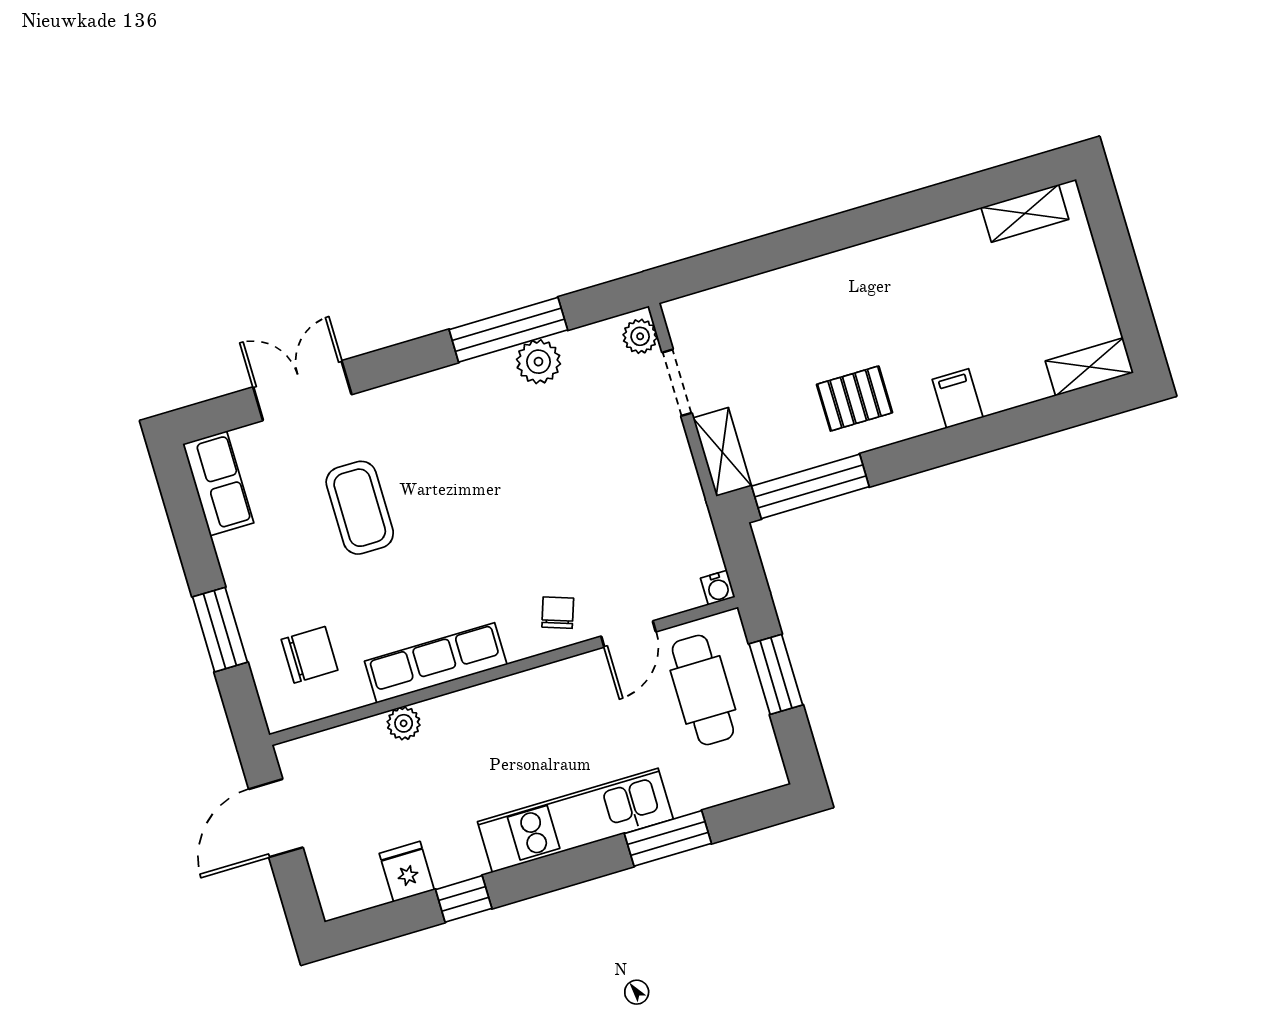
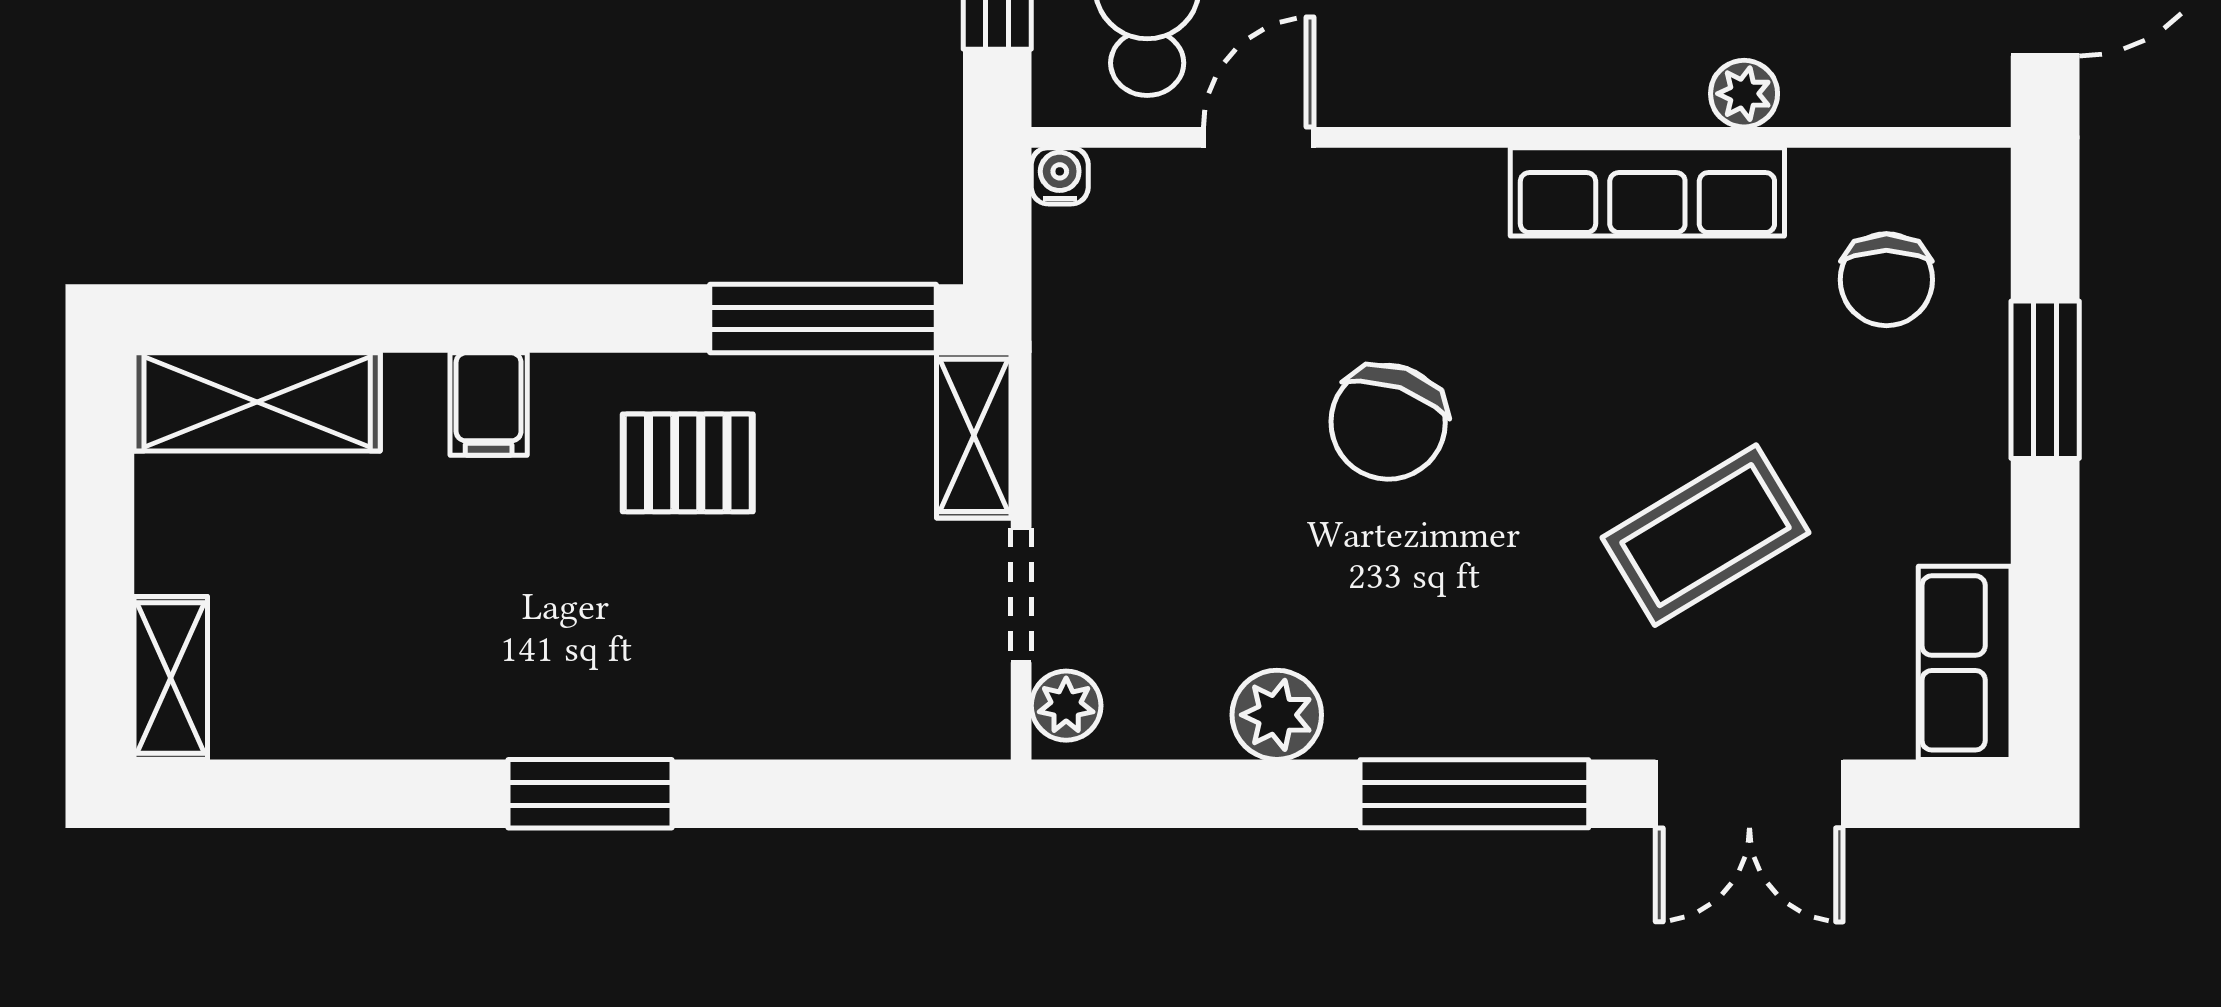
shelving: (1025, 213) -> (171, 678), moved, turned 90
window: (854, 227) -> (590, 794), added
window: (508, 330) -> (1474, 794), moved
shelving: (1089, 367) -> (257, 402), width x1.50, depth x1.33
coffee table: (360, 508) -> (1705, 535), turned 59
chair: (558, 613) -> (1388, 422), moved, width x1.87, depth x1.87
chair: (310, 655) -> (1886, 280), turned -90

